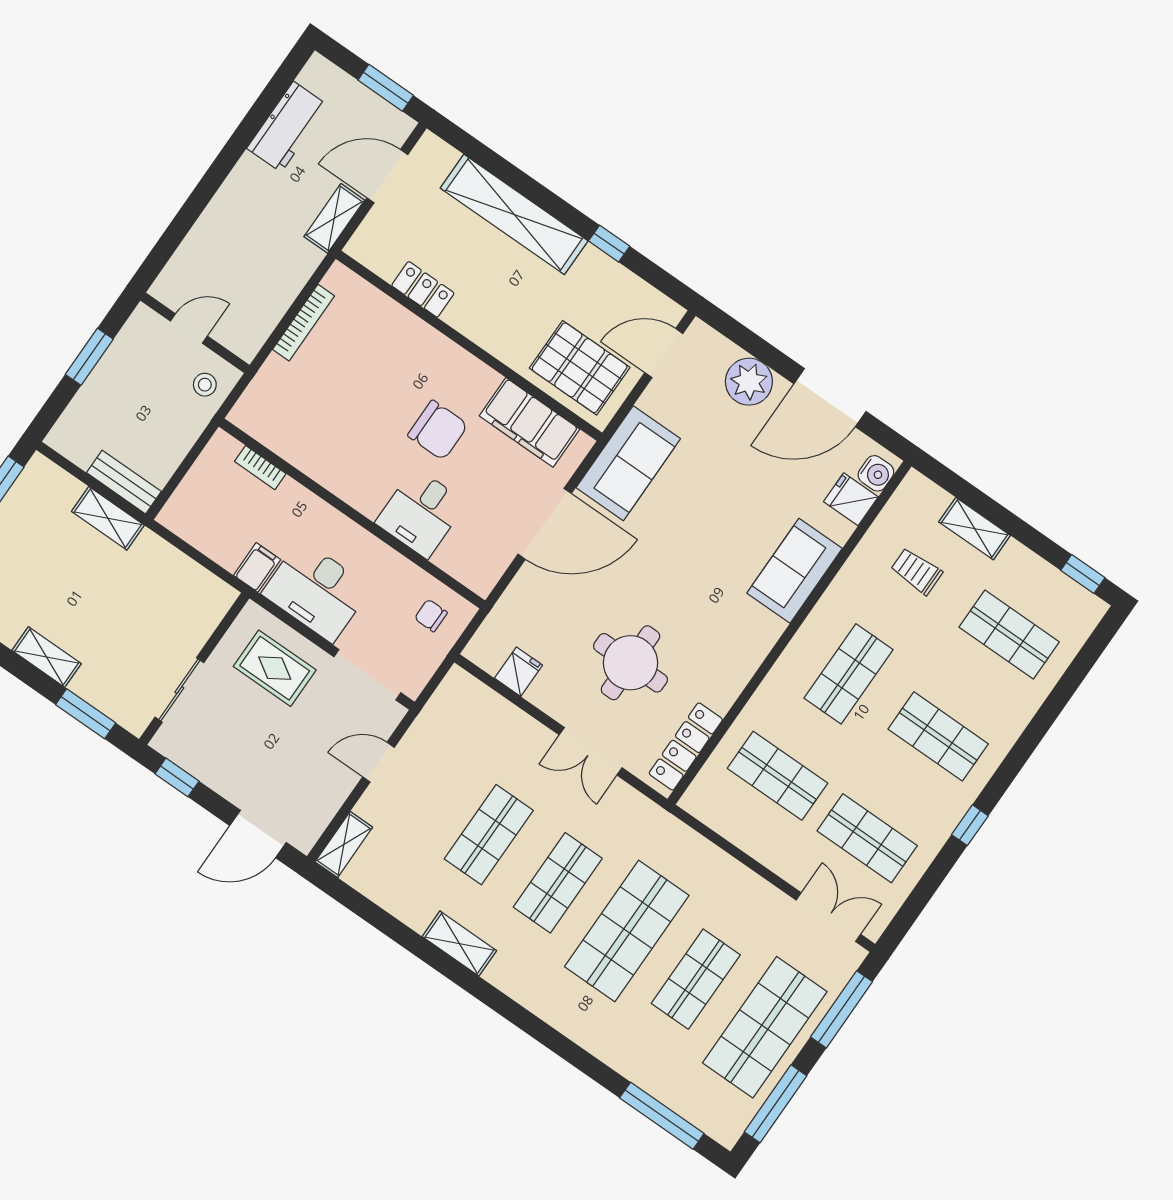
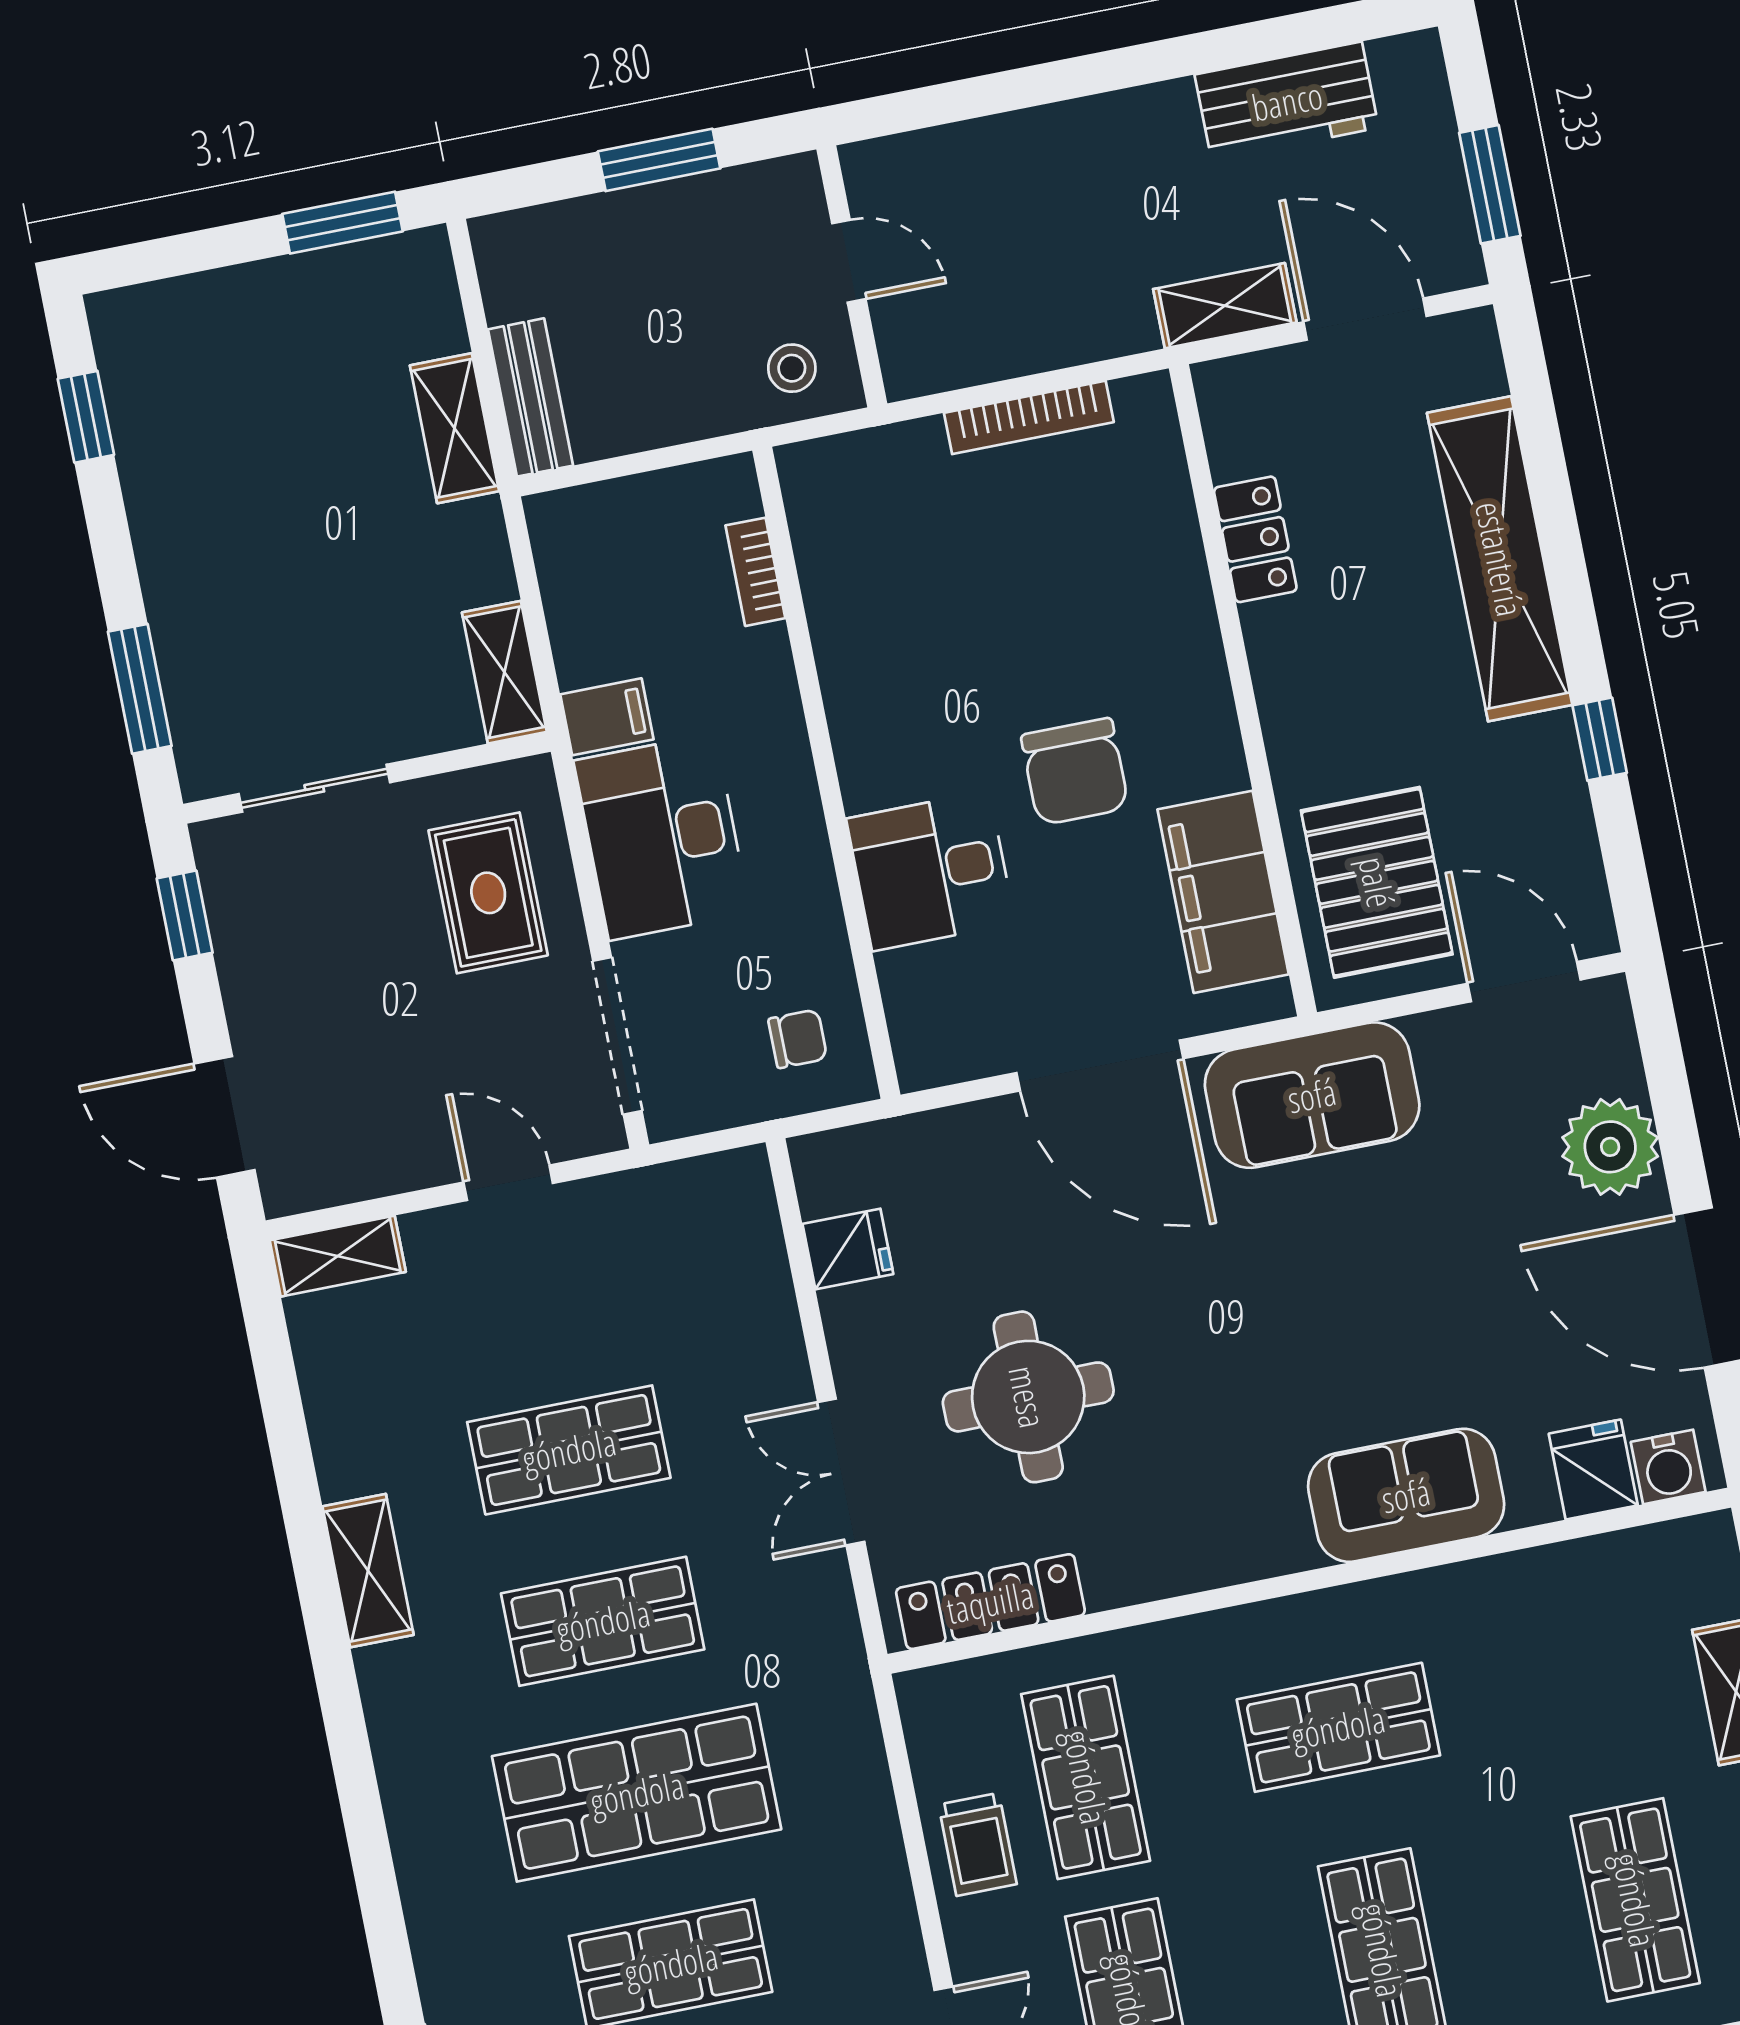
trolley: (917, 571) -> (978, 1844), moved, turned 180
chair: (431, 615) -> (798, 1039), turned 90
shelving: (47, 657) -> (504, 672), moved

